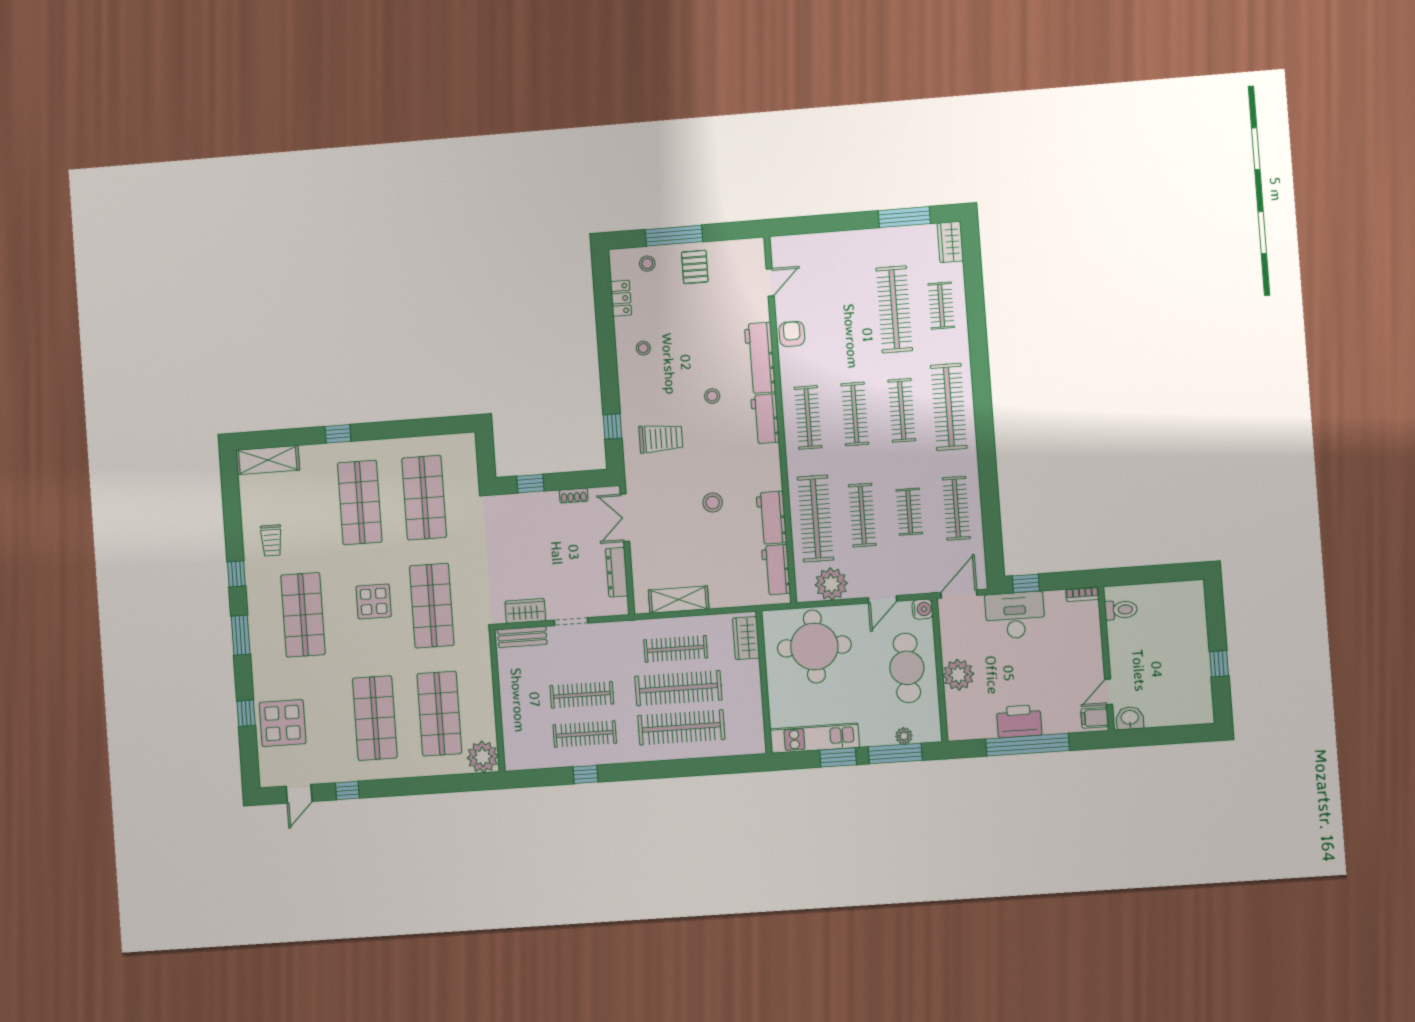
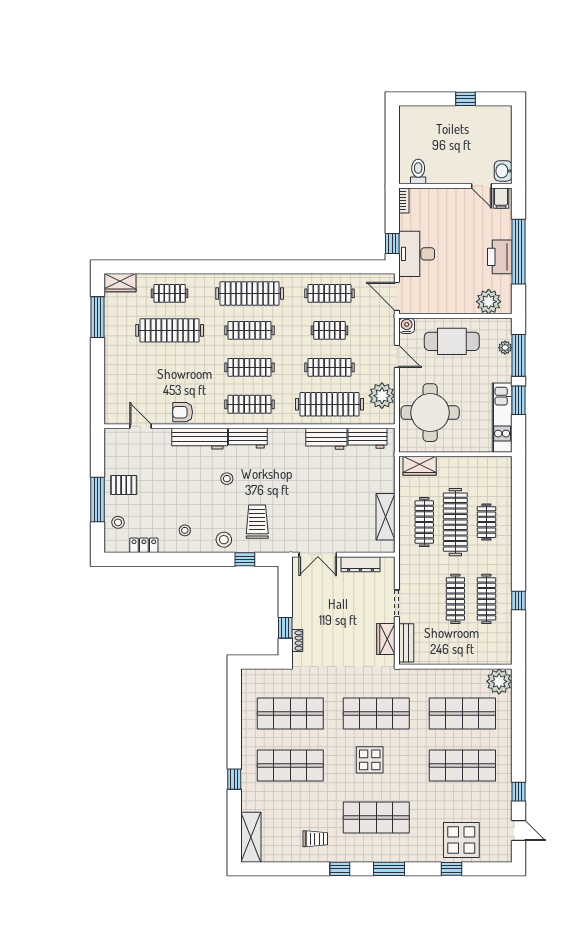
shoe rack: (574, 496) -> (297, 641), moved
stool: (713, 503) -> (224, 540), moved
plant: (958, 675) -> (489, 302), moved
clothes rail: (681, 727) -> (486, 522), width x0.54, depth x0.76

